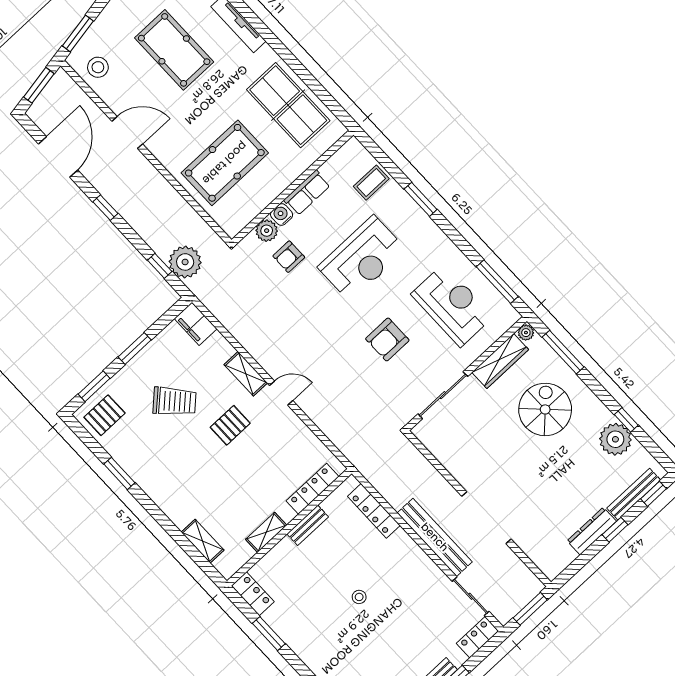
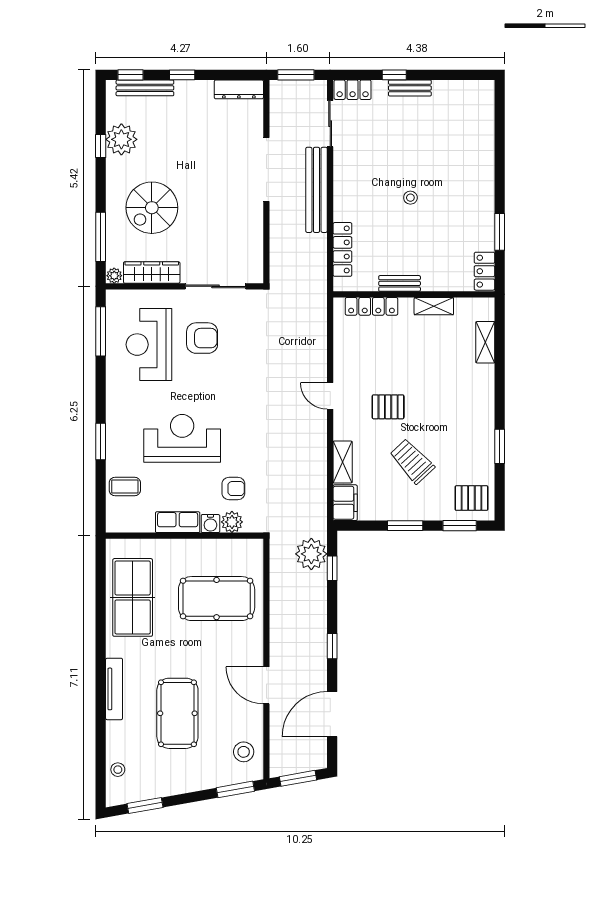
armchair: (387, 339) -> (202, 338), moved
shelving: (246, 374) -> (343, 462), moved
dresser: (592, 531) -> (239, 89), moved

